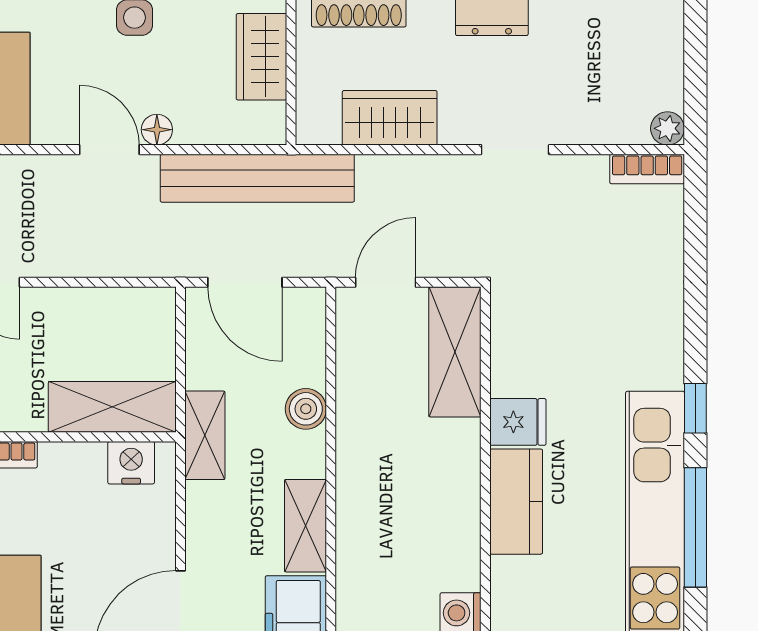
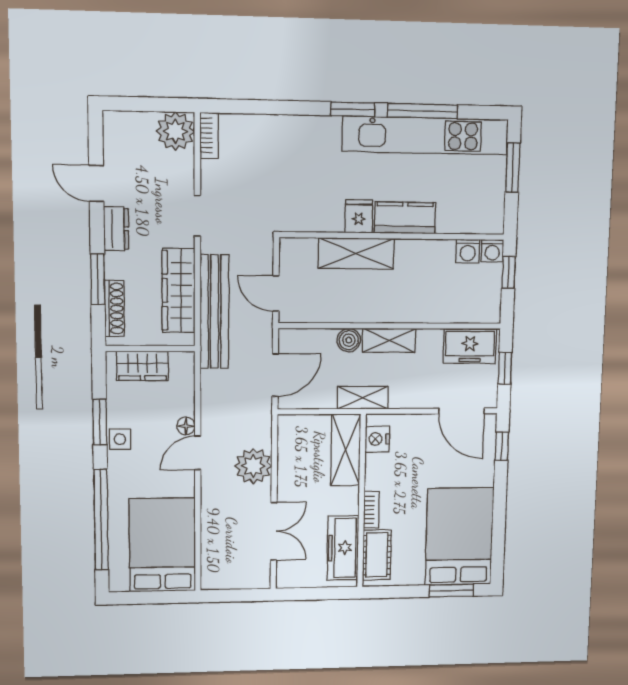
wardrobe: (390, 118) -> (179, 290), width x1.50
plant: (667, 128) -> (175, 131), width x1.88, depth x1.88
bench: (257, 178) -> (214, 312), moved
plant: (85, 246) -> (253, 466), added
shelving: (455, 352) -> (356, 253), moved
window: (695, 408) -> (353, 109), width x1.50
shelving: (305, 526) -> (389, 340), moved

